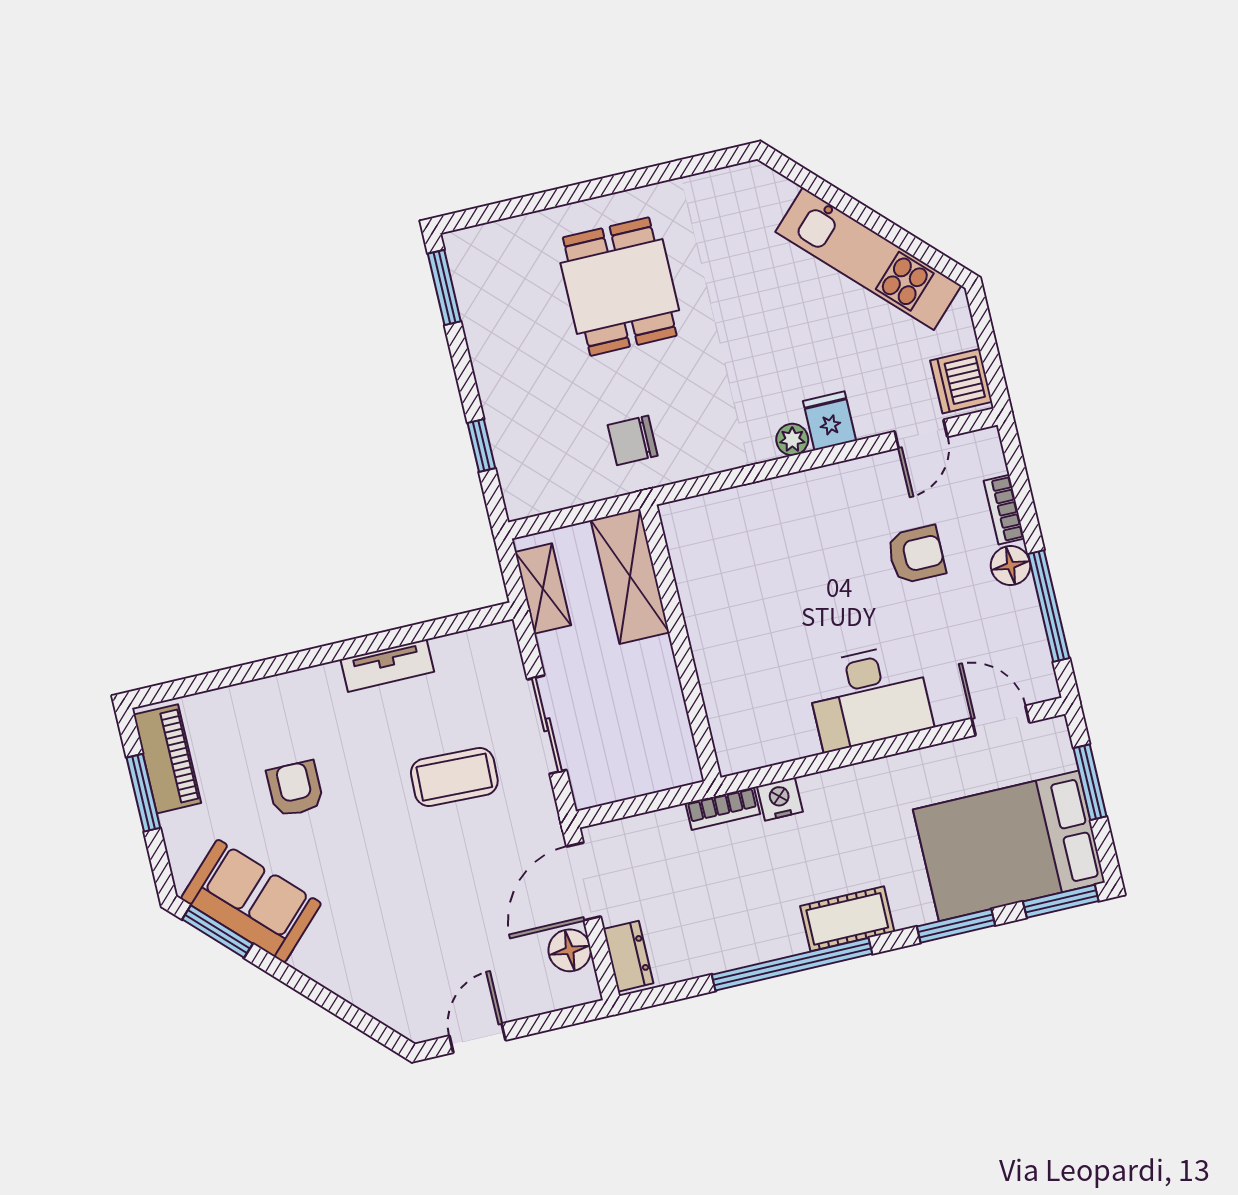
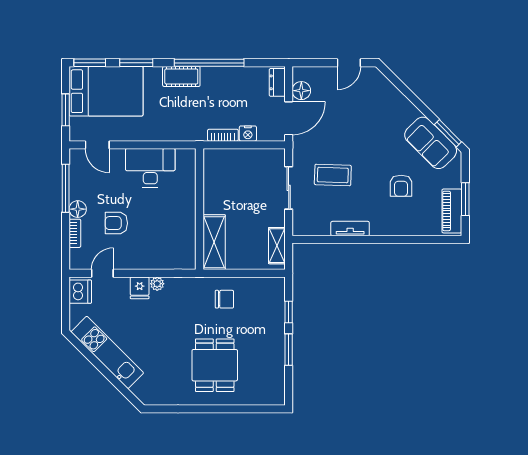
window: (444, 288) -> (289, 350), moved
shelving: (630, 576) -> (214, 242), moved
wall: (680, 643) -> (199, 209), moved
nightstand: (780, 799) -> (248, 134), moved

